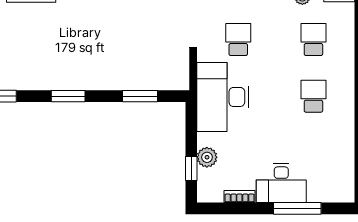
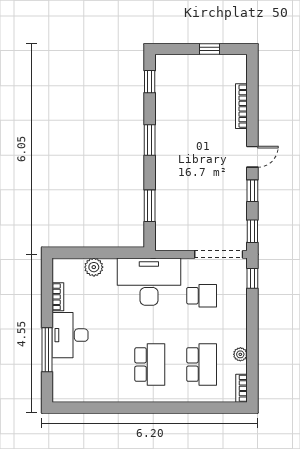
school desk: (313, 40) -> (202, 365), width x1.85
school desk: (313, 96) -> (150, 365), width x1.85
window: (191, 169) -> (83, 253), removed

